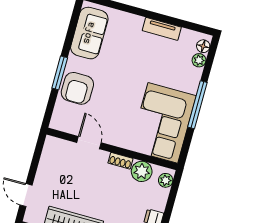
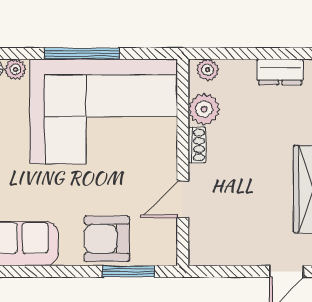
window: (60, 73) -> (128, 271), moved
armchair: (77, 88) -> (107, 239), turned 180
corner sofa: (163, 123) -> (104, 111), width x1.36, depth x1.36

